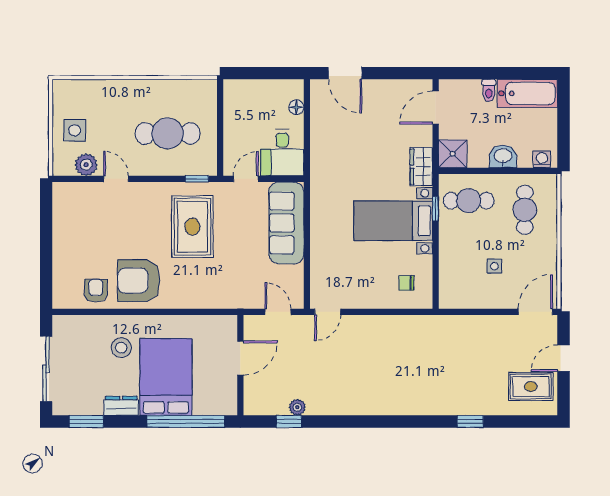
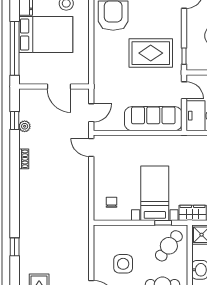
cafe table: (469, 201) -> (169, 246), turned 38
side table: (494, 266) -> (123, 264), width x1.87, depth x1.87
shoe rack: (344, 409) -> (24, 159), added

